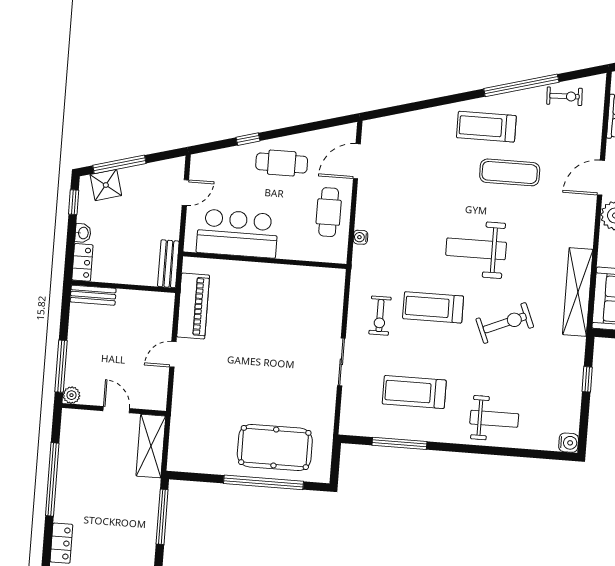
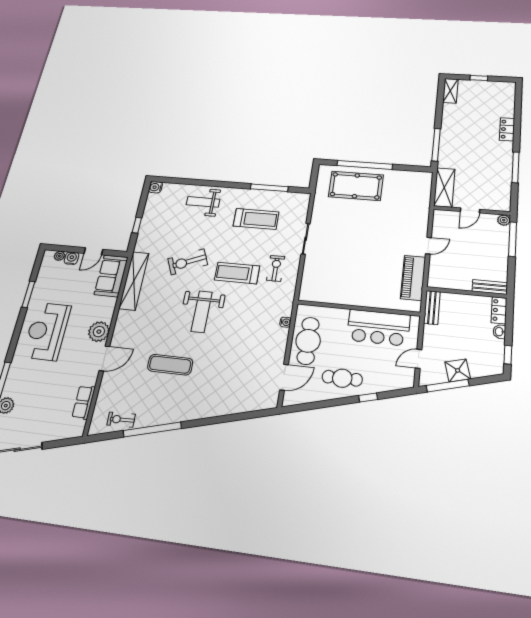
treadmill: (486, 127) -> (183, 399), removed
window: (119, 164) -> (448, 386), moved
shower: (106, 185) -> (458, 370), moved
cafe table: (329, 212) -> (308, 341), width x1.37, depth x1.35
weight bench: (476, 249) -> (202, 312), turned 90
treadmill: (433, 307) -> (237, 273), turned 180
door: (116, 410) -> (470, 210), hinge flipped
window: (52, 479) -> (515, 167), width x0.68

